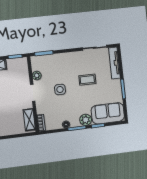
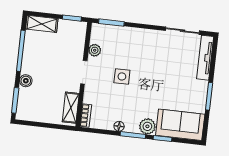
coffee table: (87, 80) -> (162, 72), removed

